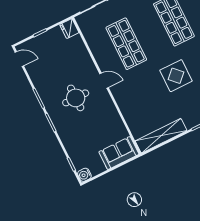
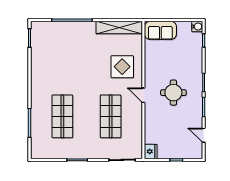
door: (19, 59) -> (204, 135), moved
display table: (176, 76) -> (122, 67), moved

